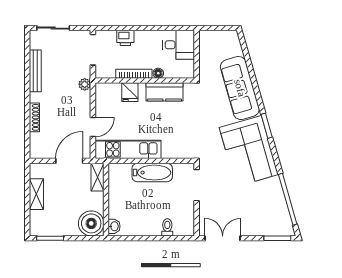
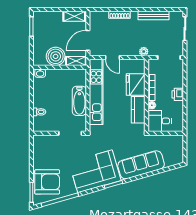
printer: (125, 38) -> (178, 94), moved
desk: (179, 45) -> (160, 121), moved, turned 90
fridge: (130, 92) -> (136, 85), width x1.88, depth x1.34
kitchen unit: (128, 149) -> (96, 92), width x1.36
door: (69, 161) -> (88, 40), swing flipped
shelving: (36, 194) -> (74, 16), moved
armchair: (263, 217) -> (47, 182), added
boiler: (91, 223) -> (56, 56), moved
double door: (223, 238) -> (31, 152), removed

